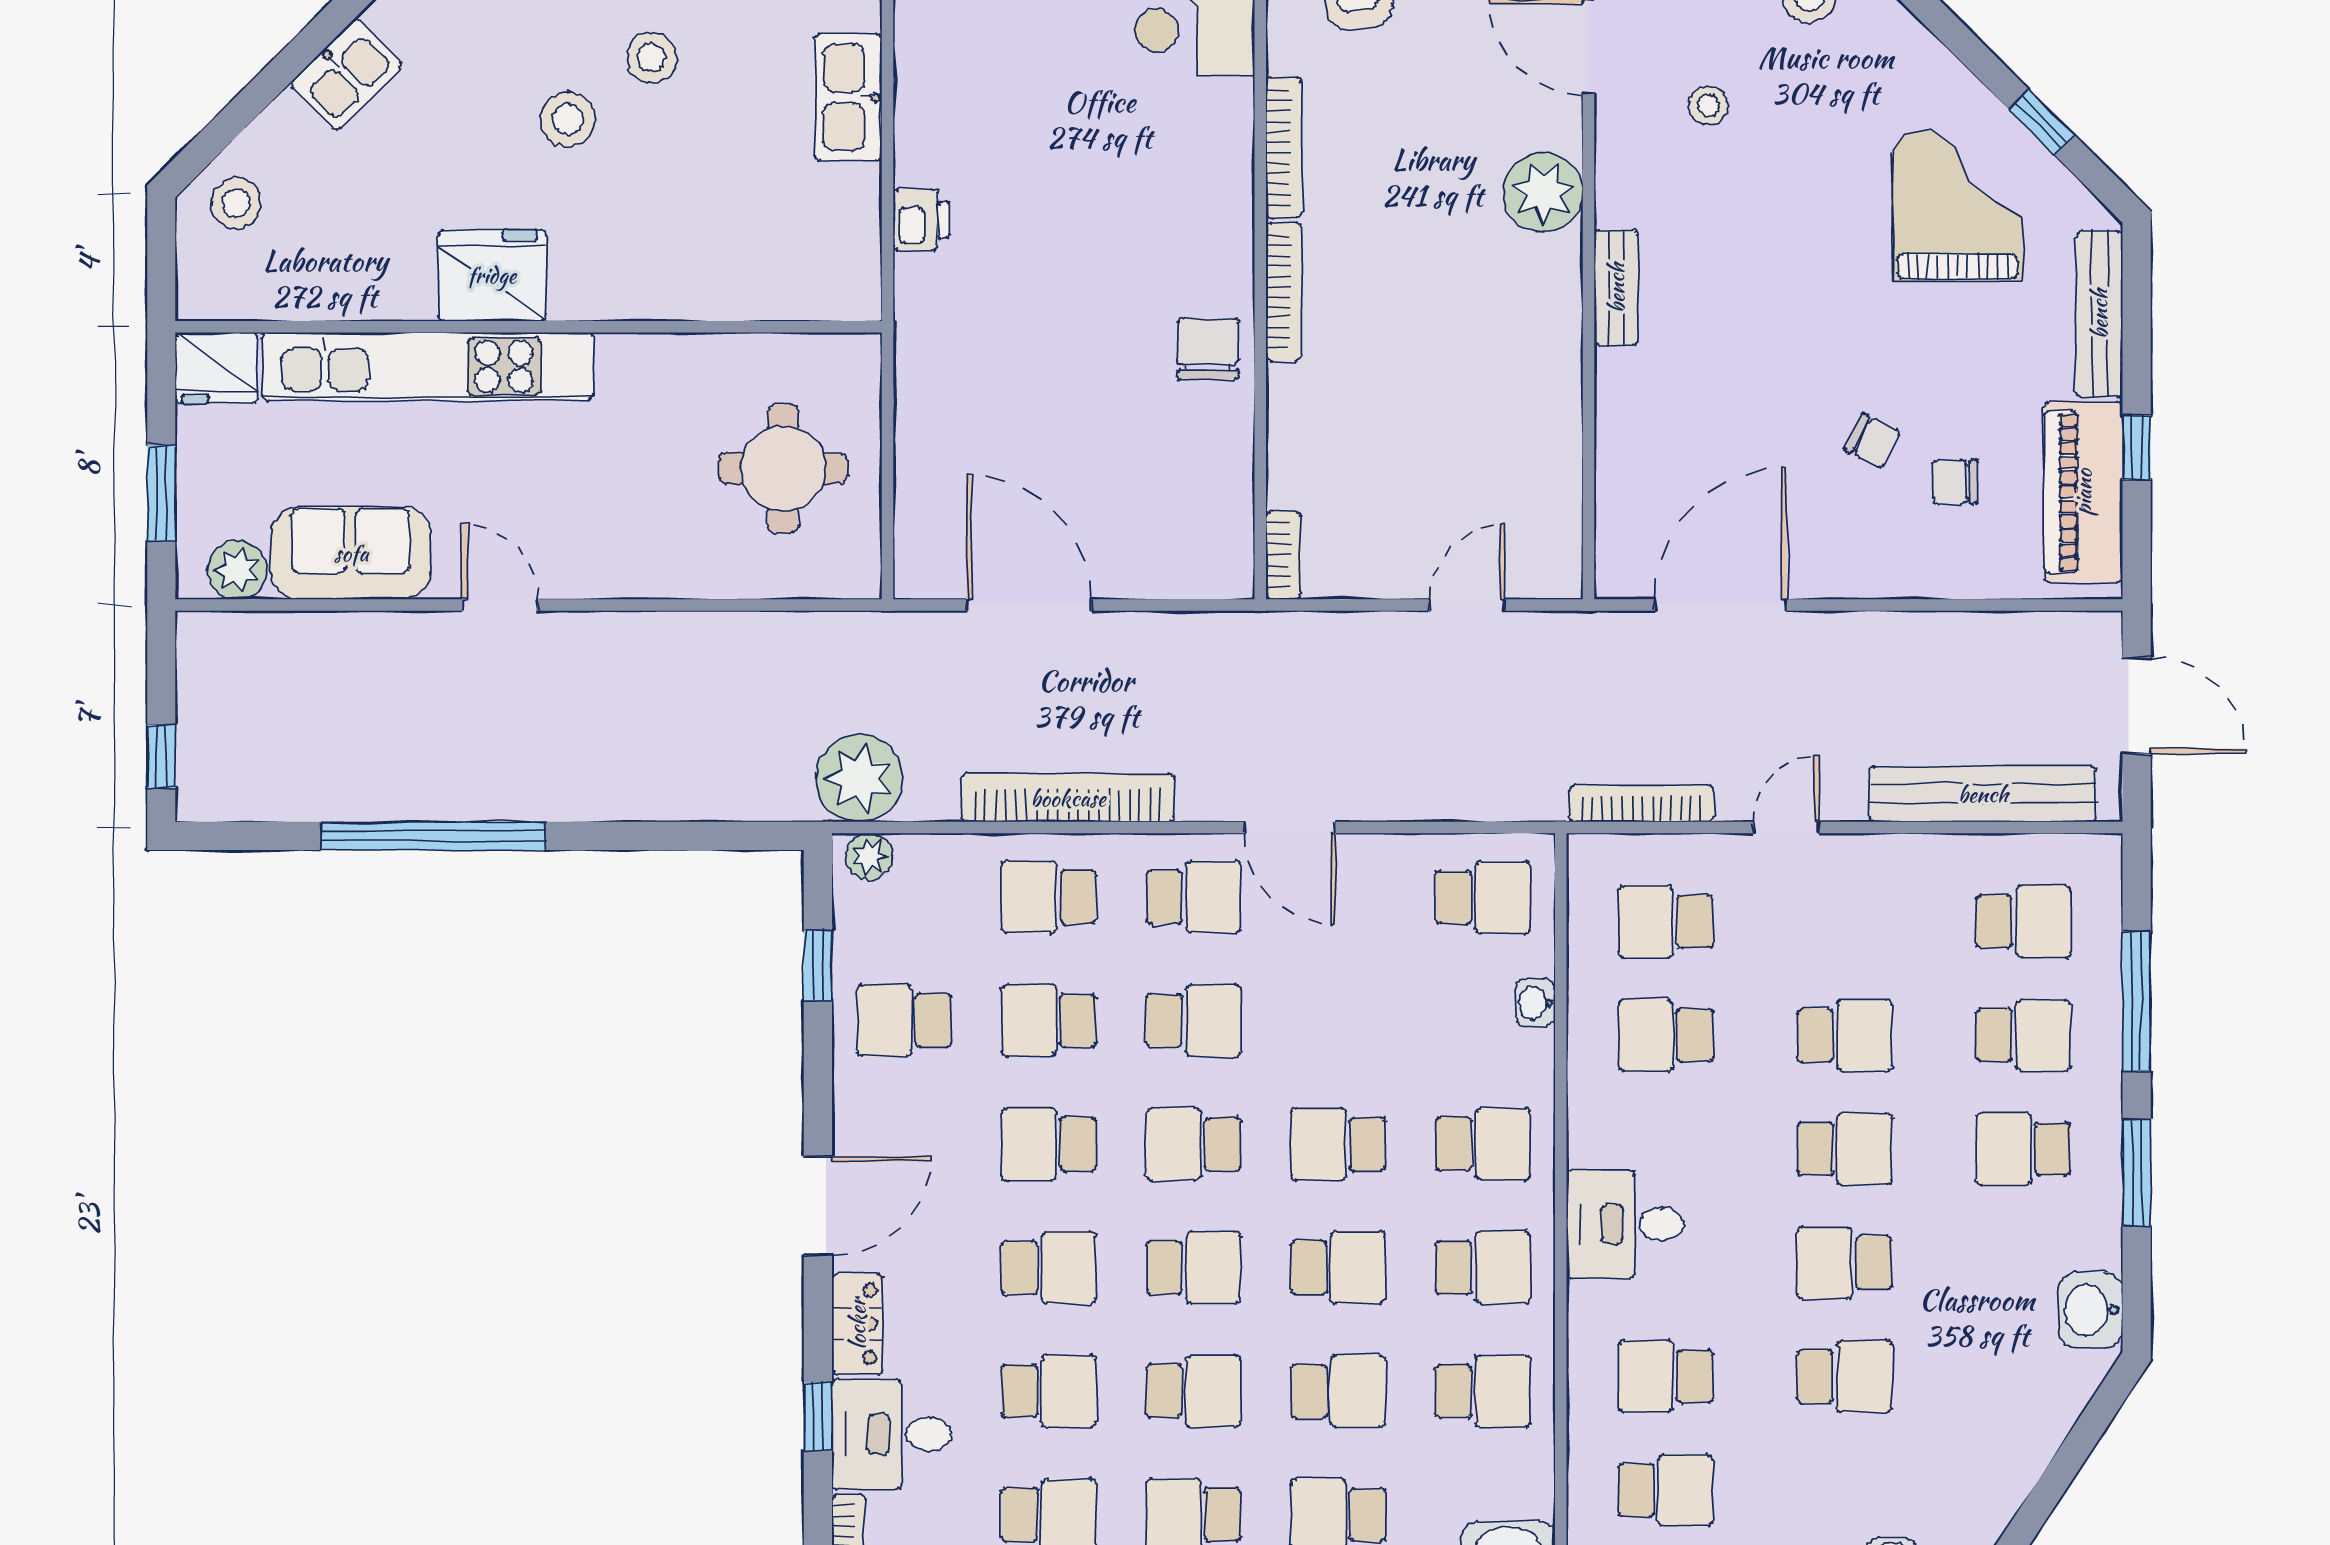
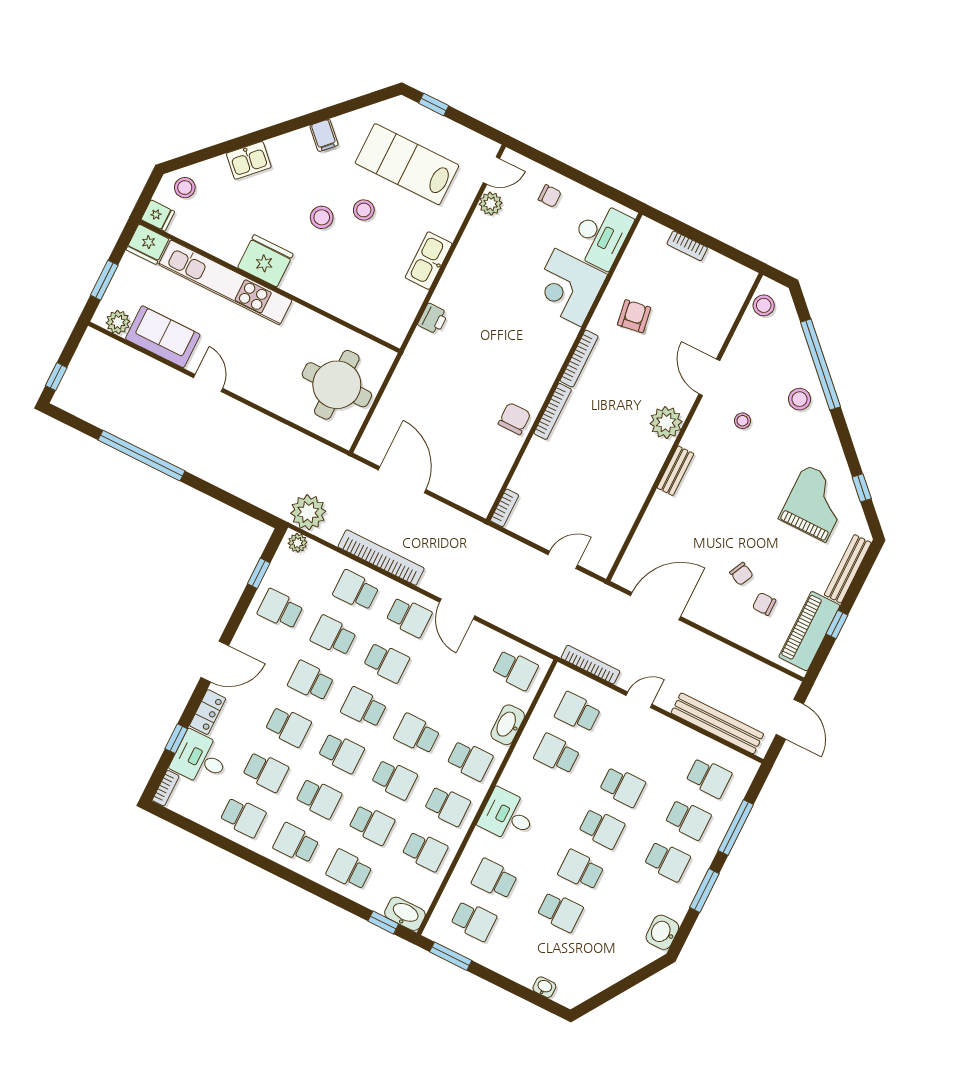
fridge: (208, 294) -> (158, 216), added
round table: (783, 469) -> (337, 385), width x1.36, depth x1.36
washbasin: (1535, 1003) -> (508, 725), width x1.91, depth x1.45
school desk: (2023, 1149) -> (667, 861), turned 180

